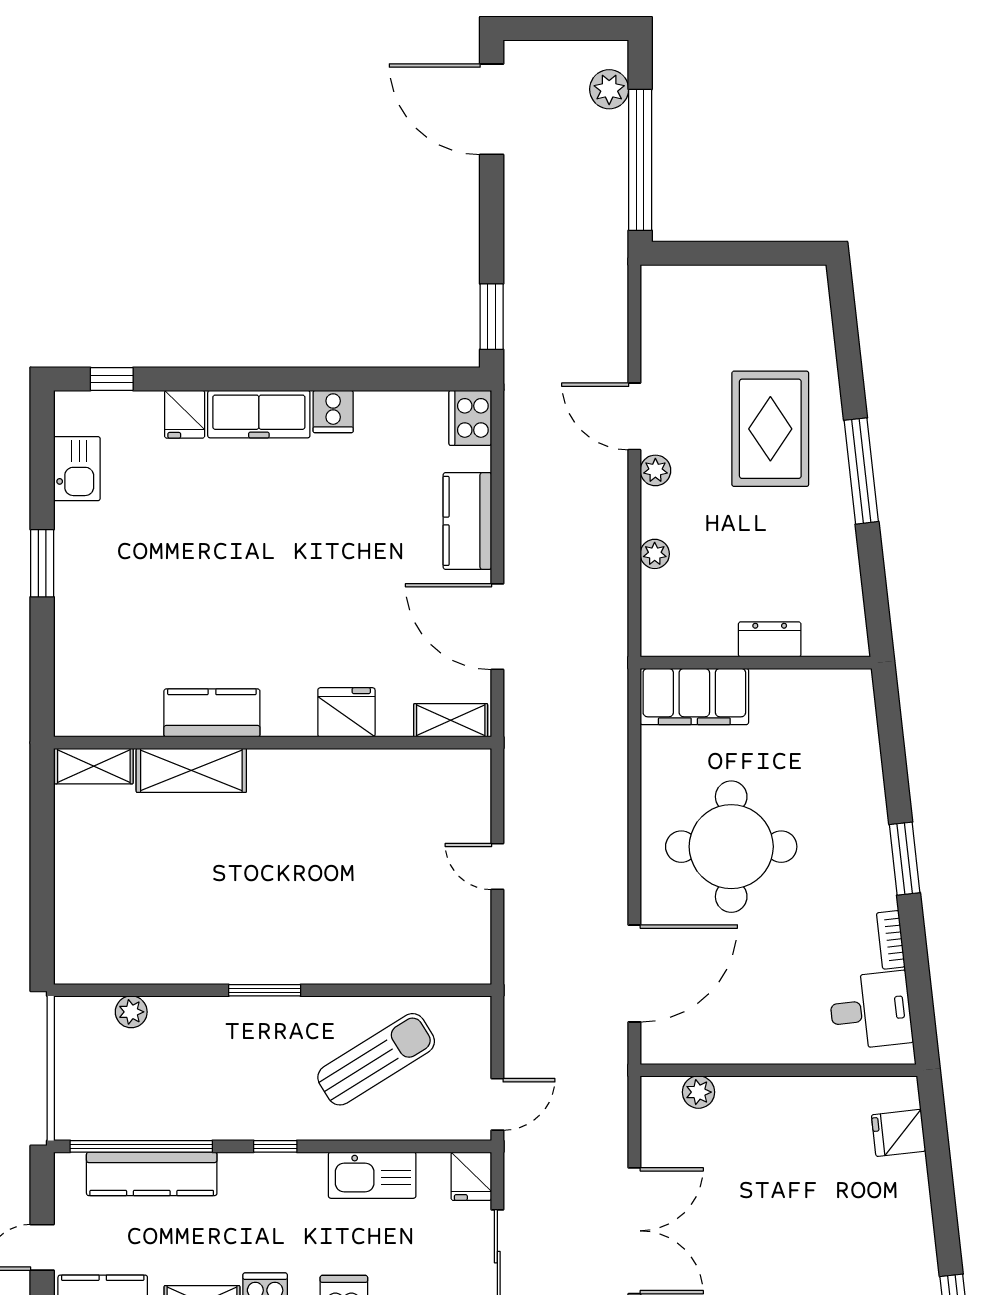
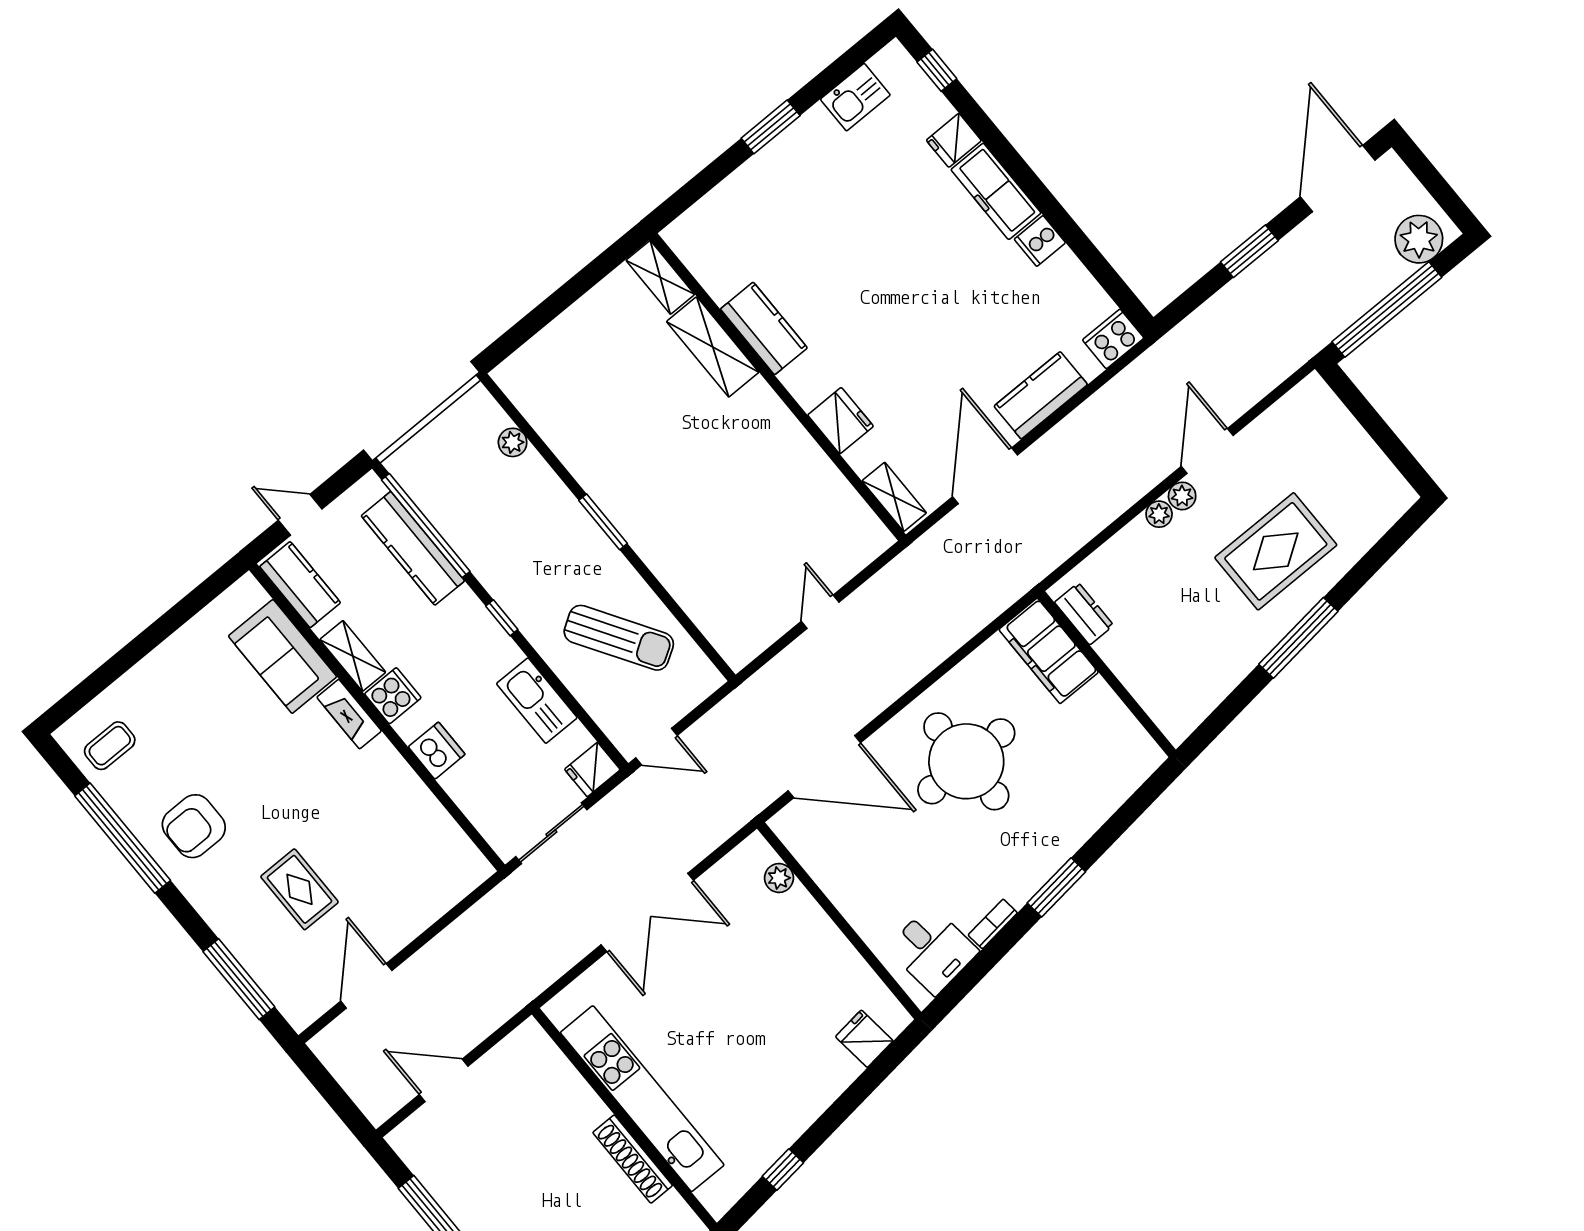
plant: (609, 89) -> (1419, 239), width x1.36, depth x1.36
window: (492, 317) -> (1249, 251), moved
plant: (655, 554) -> (1159, 514), moved
dresser: (770, 639) -> (1084, 614), moved

